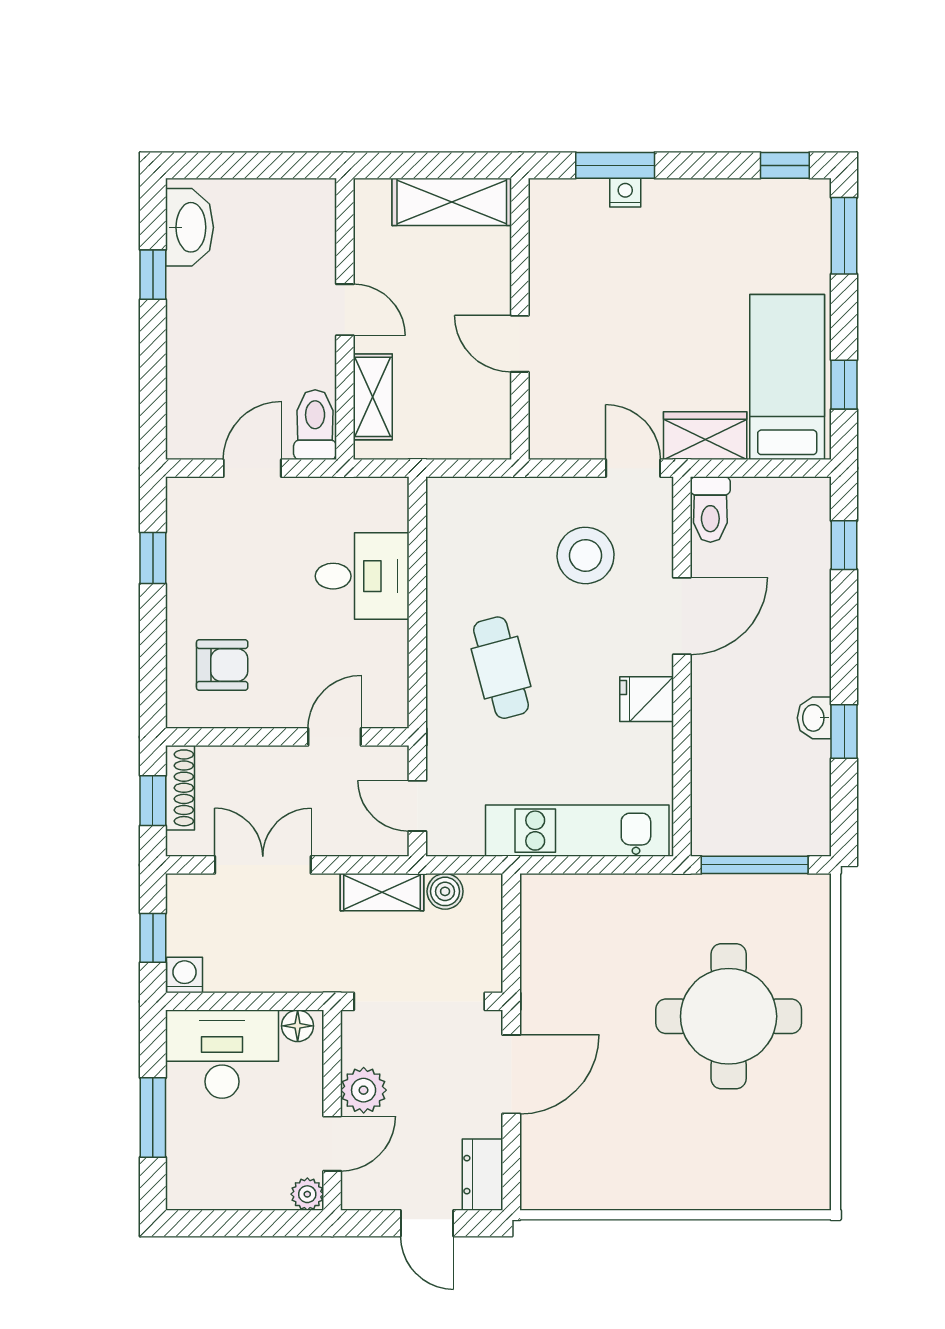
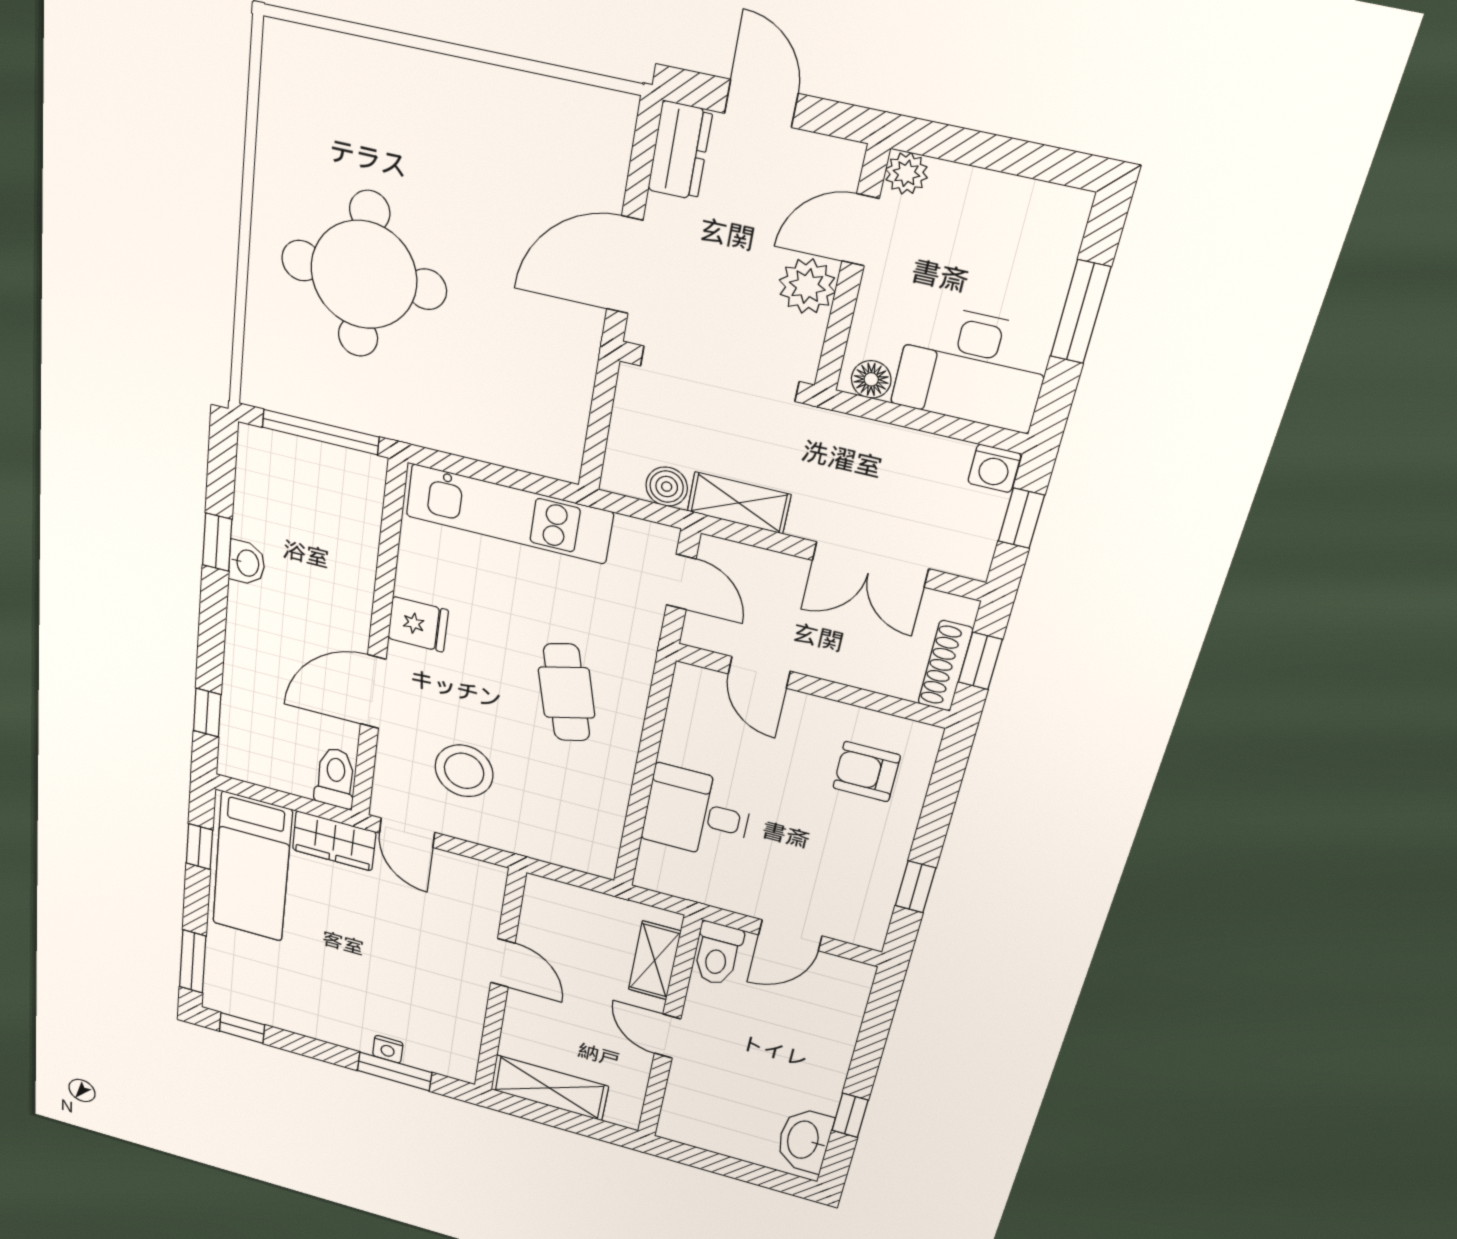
door: (335, 737) -> (759, 672), hinge flipped

